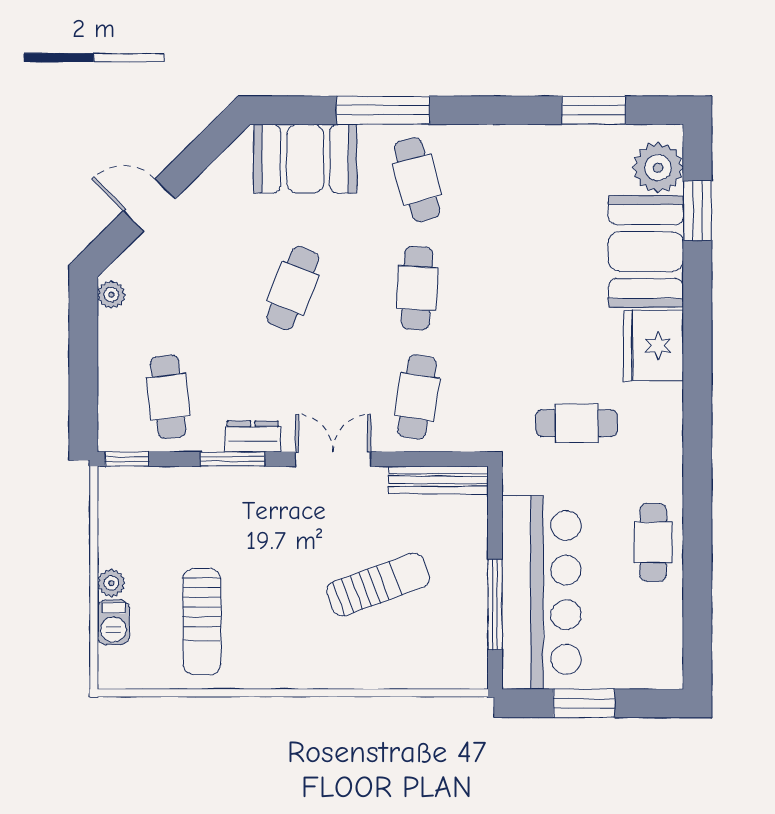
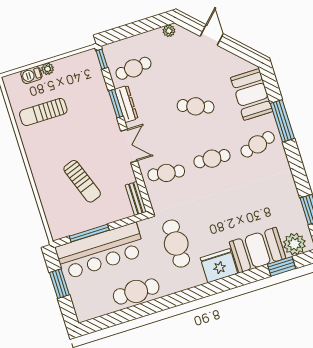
cafe table: (577, 423) -> (176, 244), width x1.37, depth x1.35
dresser: (253, 436) -> (126, 104), width x1.44
bench: (438, 480) -> (136, 198), width x0.73
cafe table: (653, 542) -> (136, 291), width x1.37, depth x1.35

